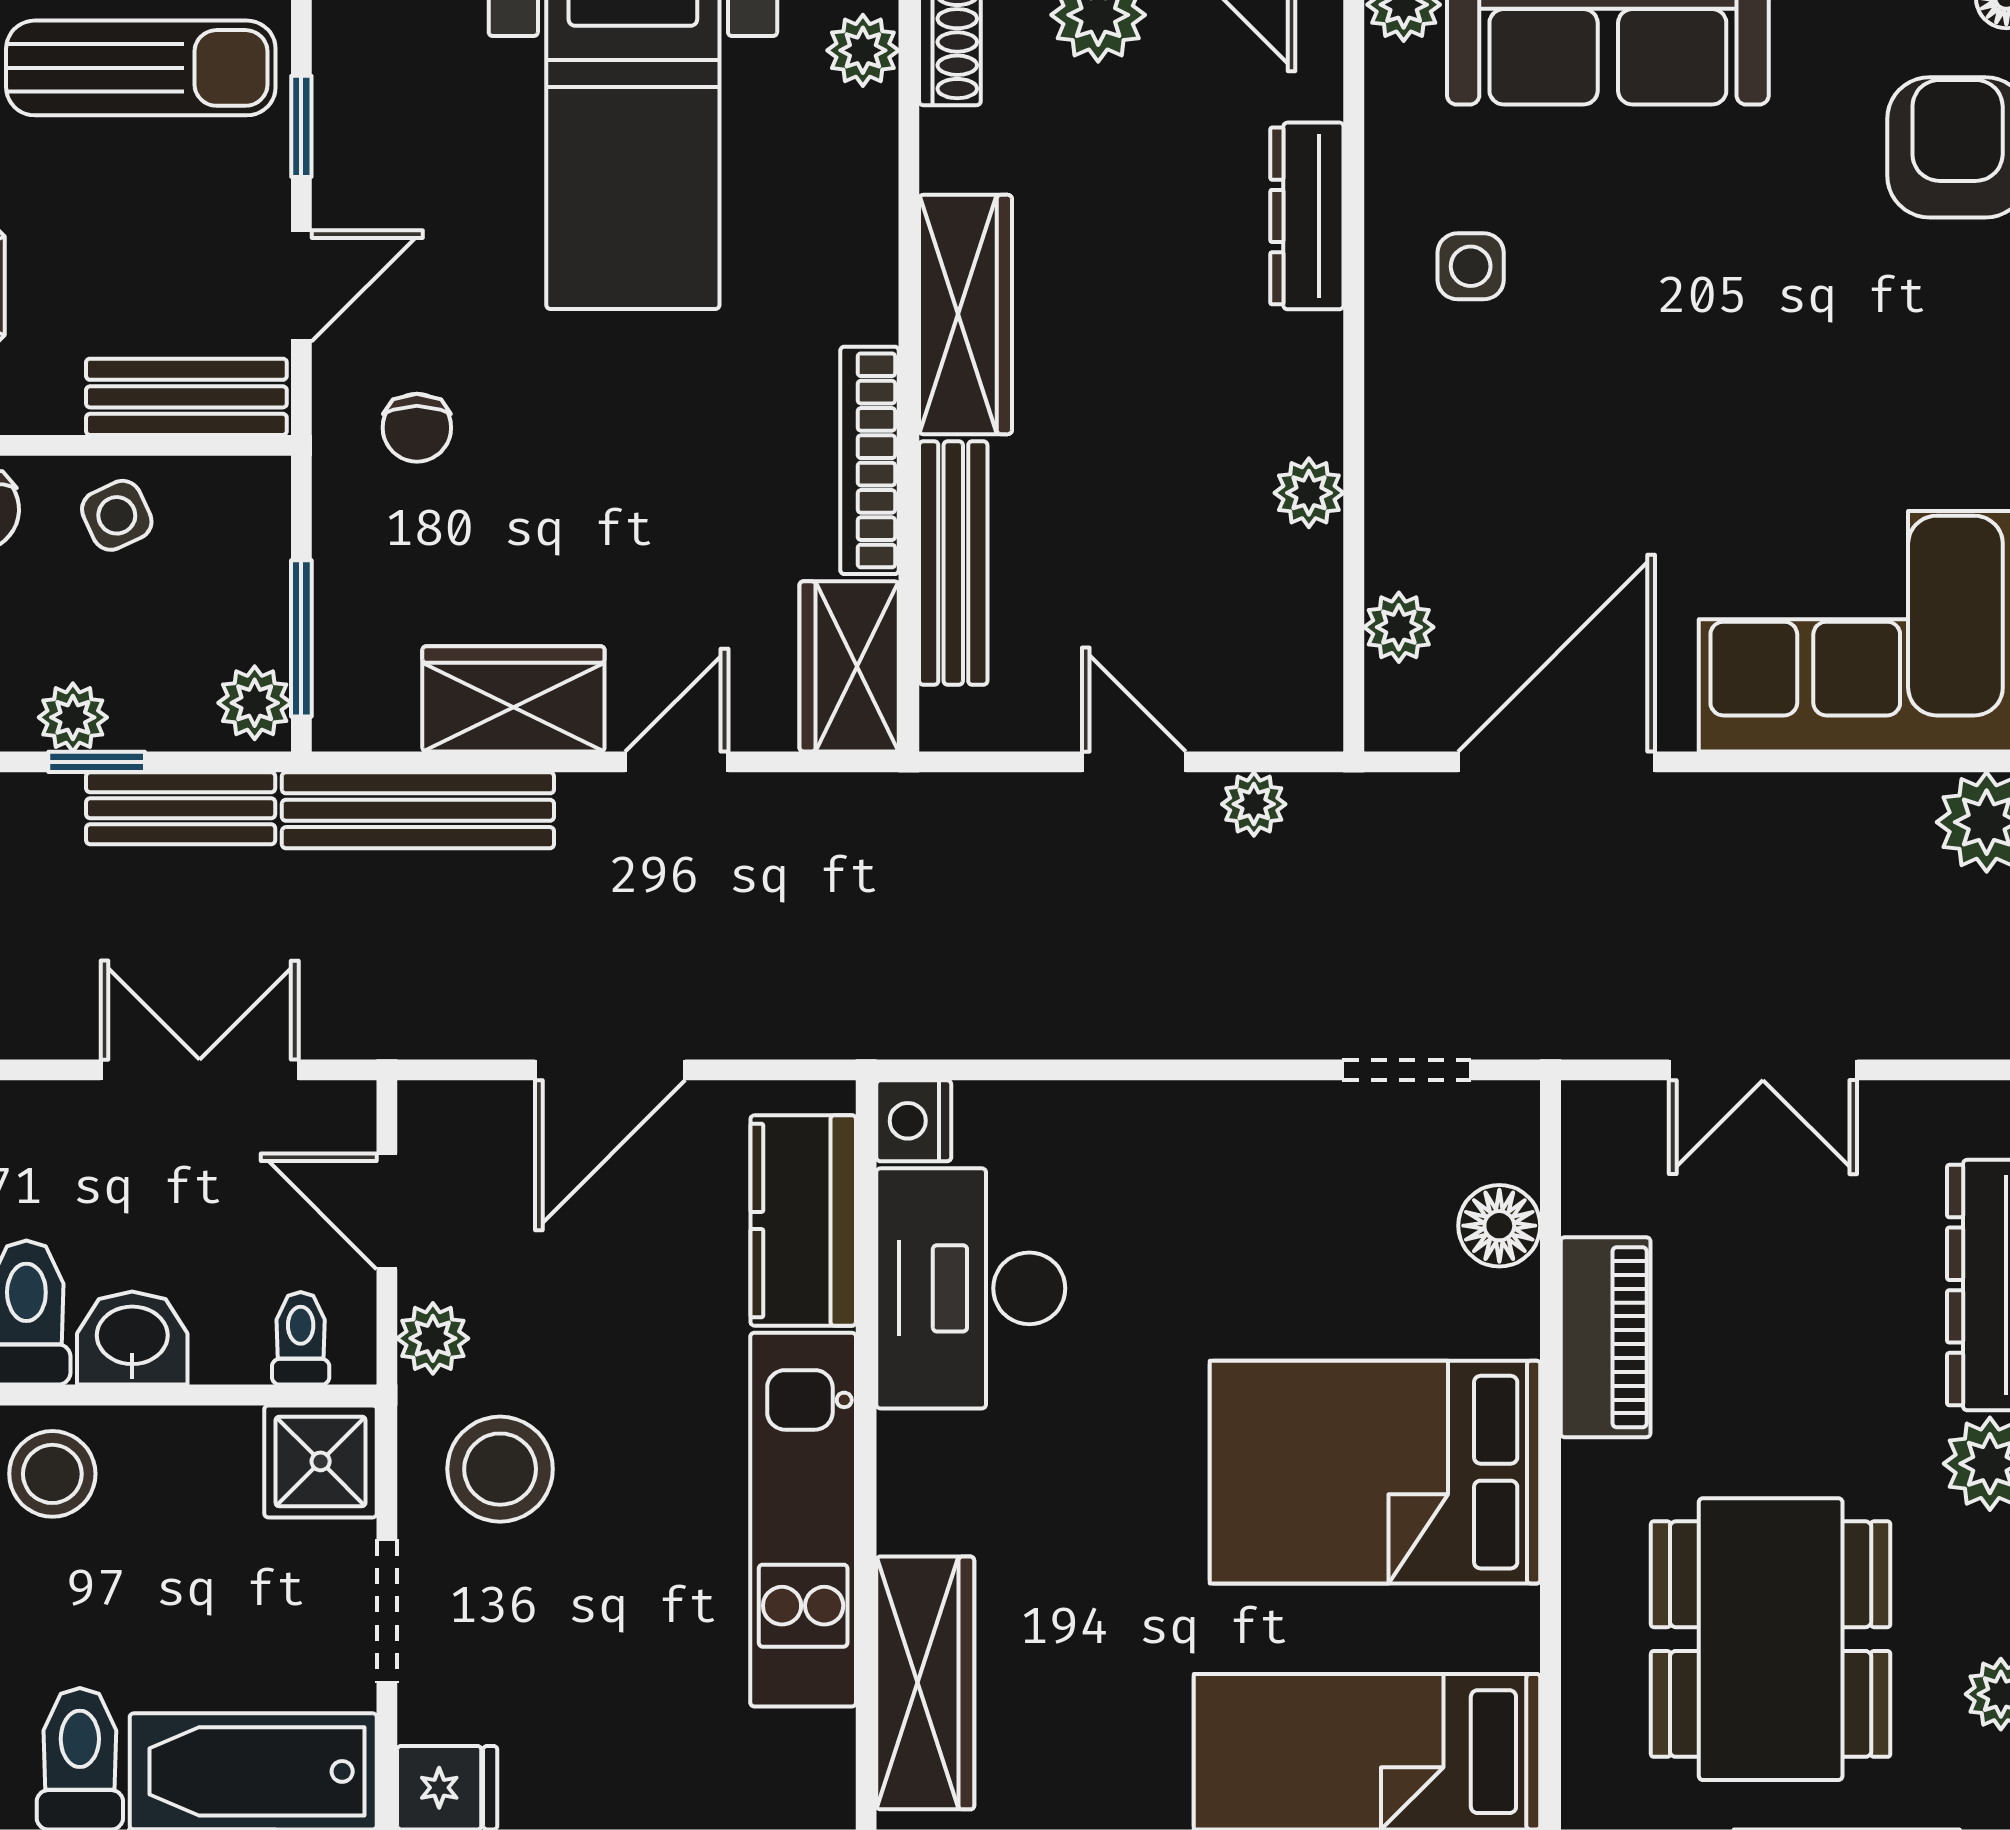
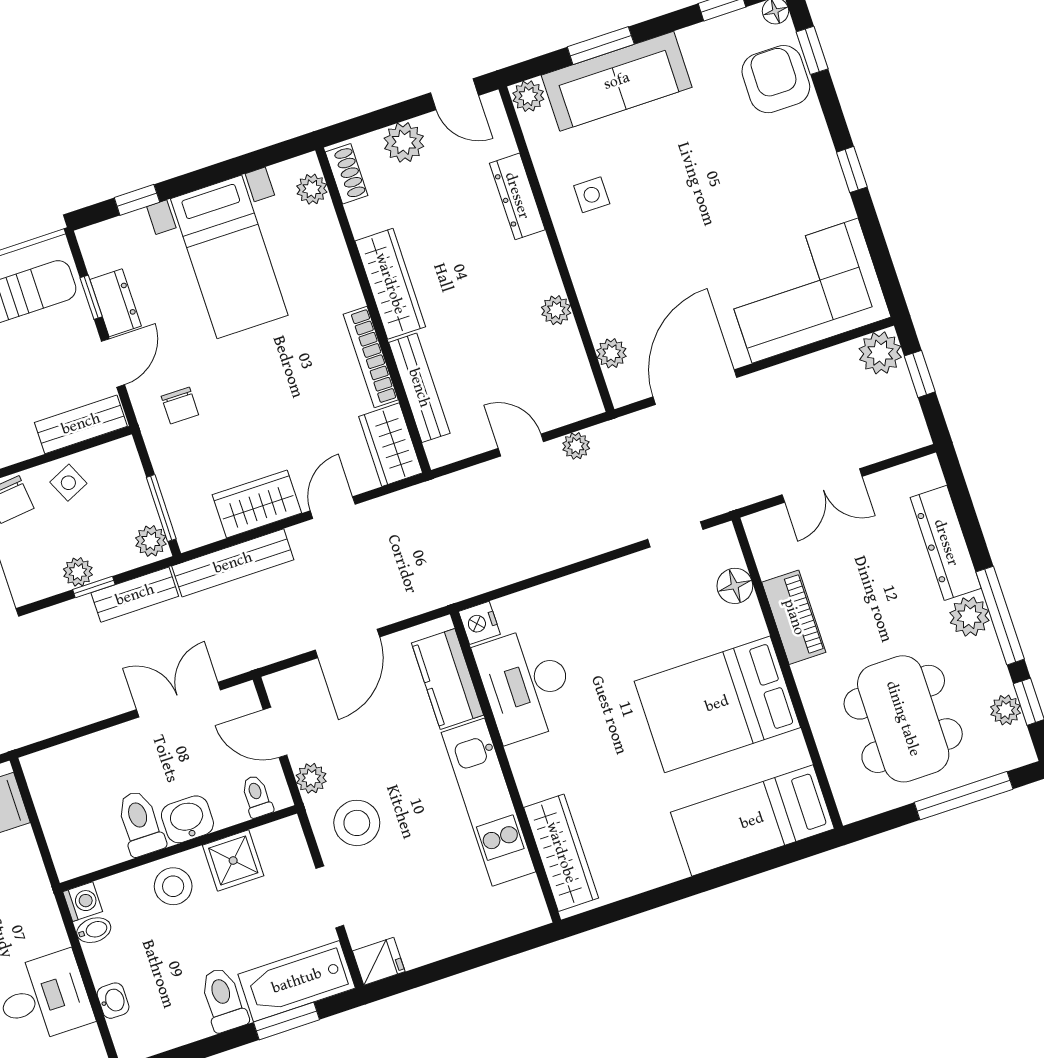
dresser: (351, 156) -> (116, 303), added
shower: (321, 1461) -> (233, 861), moved

